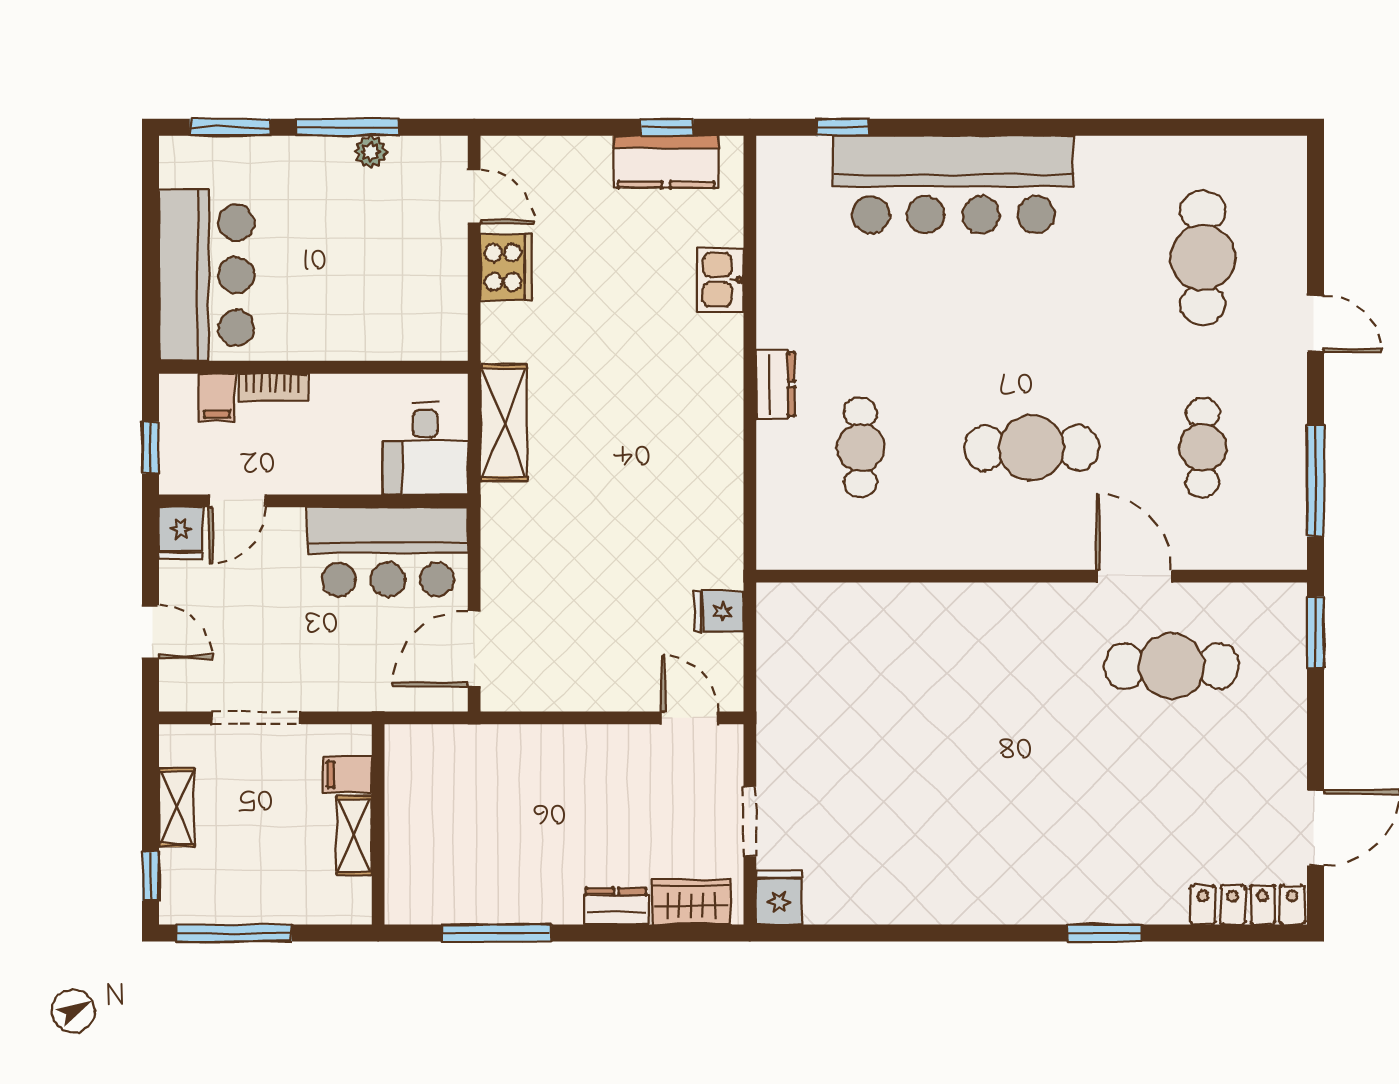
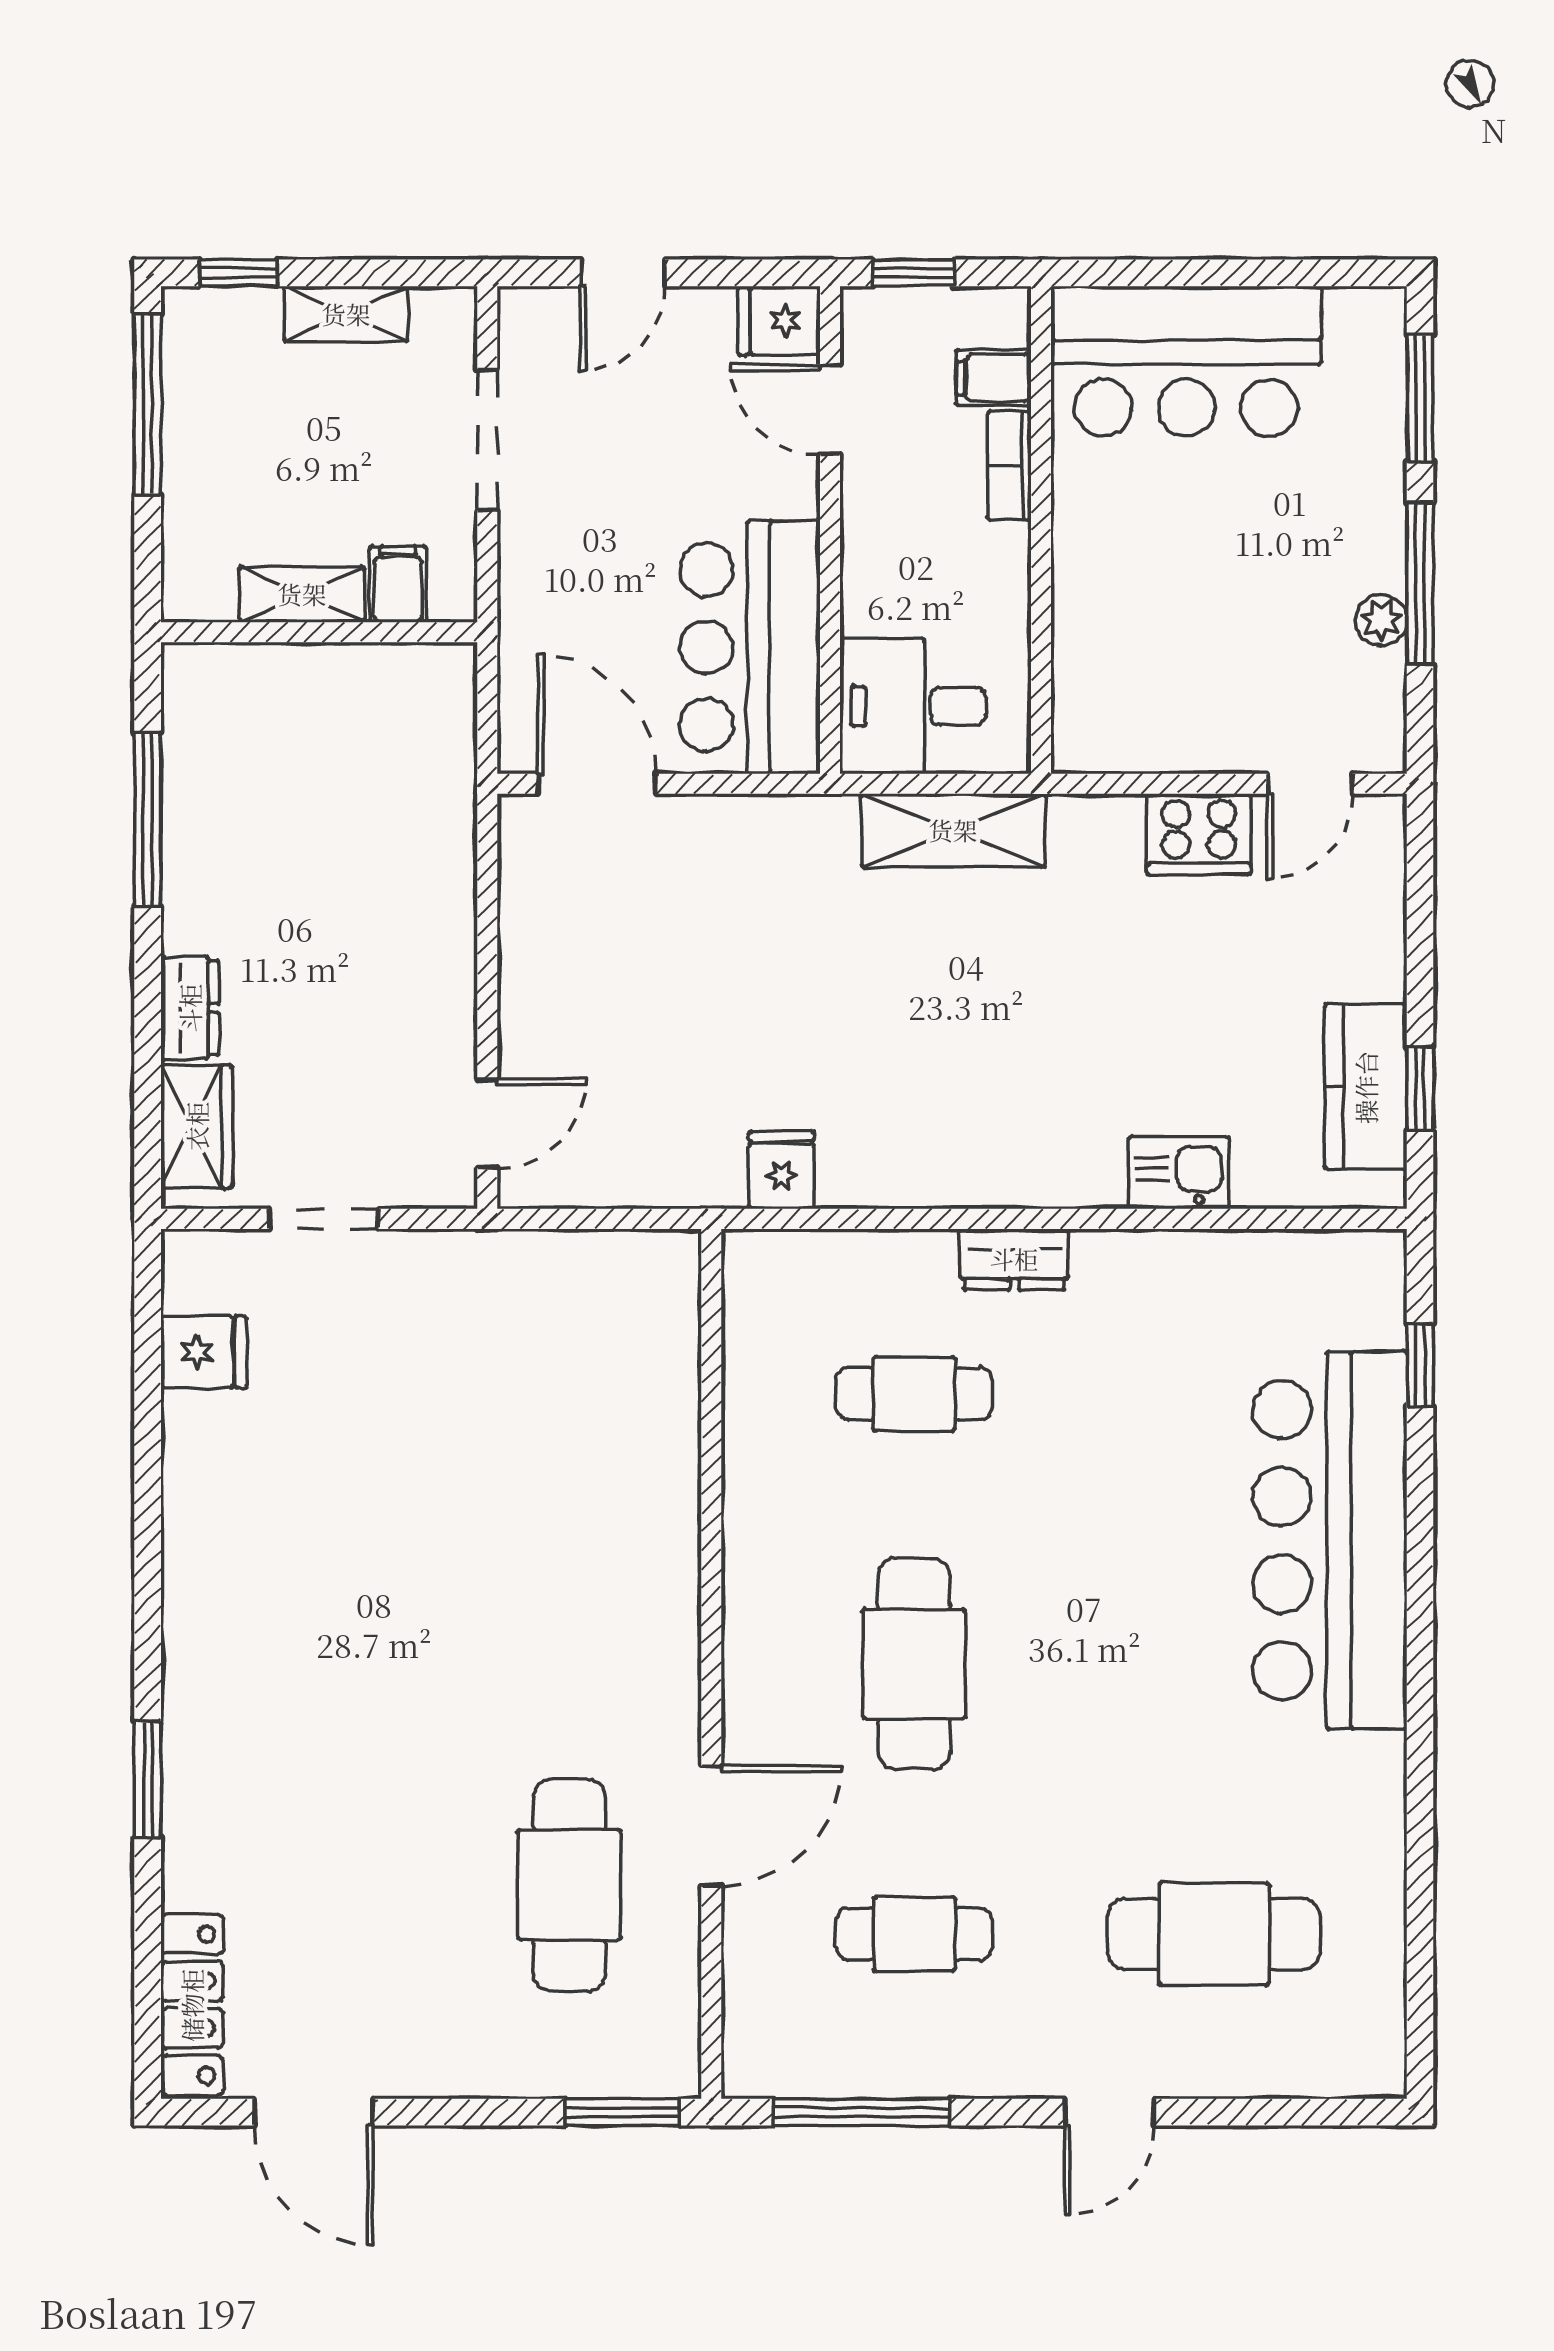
fridge: (719, 612) -> (782, 1170), moved
fridge: (779, 897) -> (204, 1352), moved

